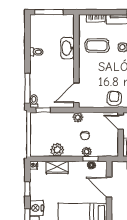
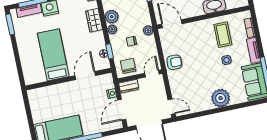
chair: (108, 144) -> (128, 66), added
plant: (87, 152) -> (112, 29), moved

